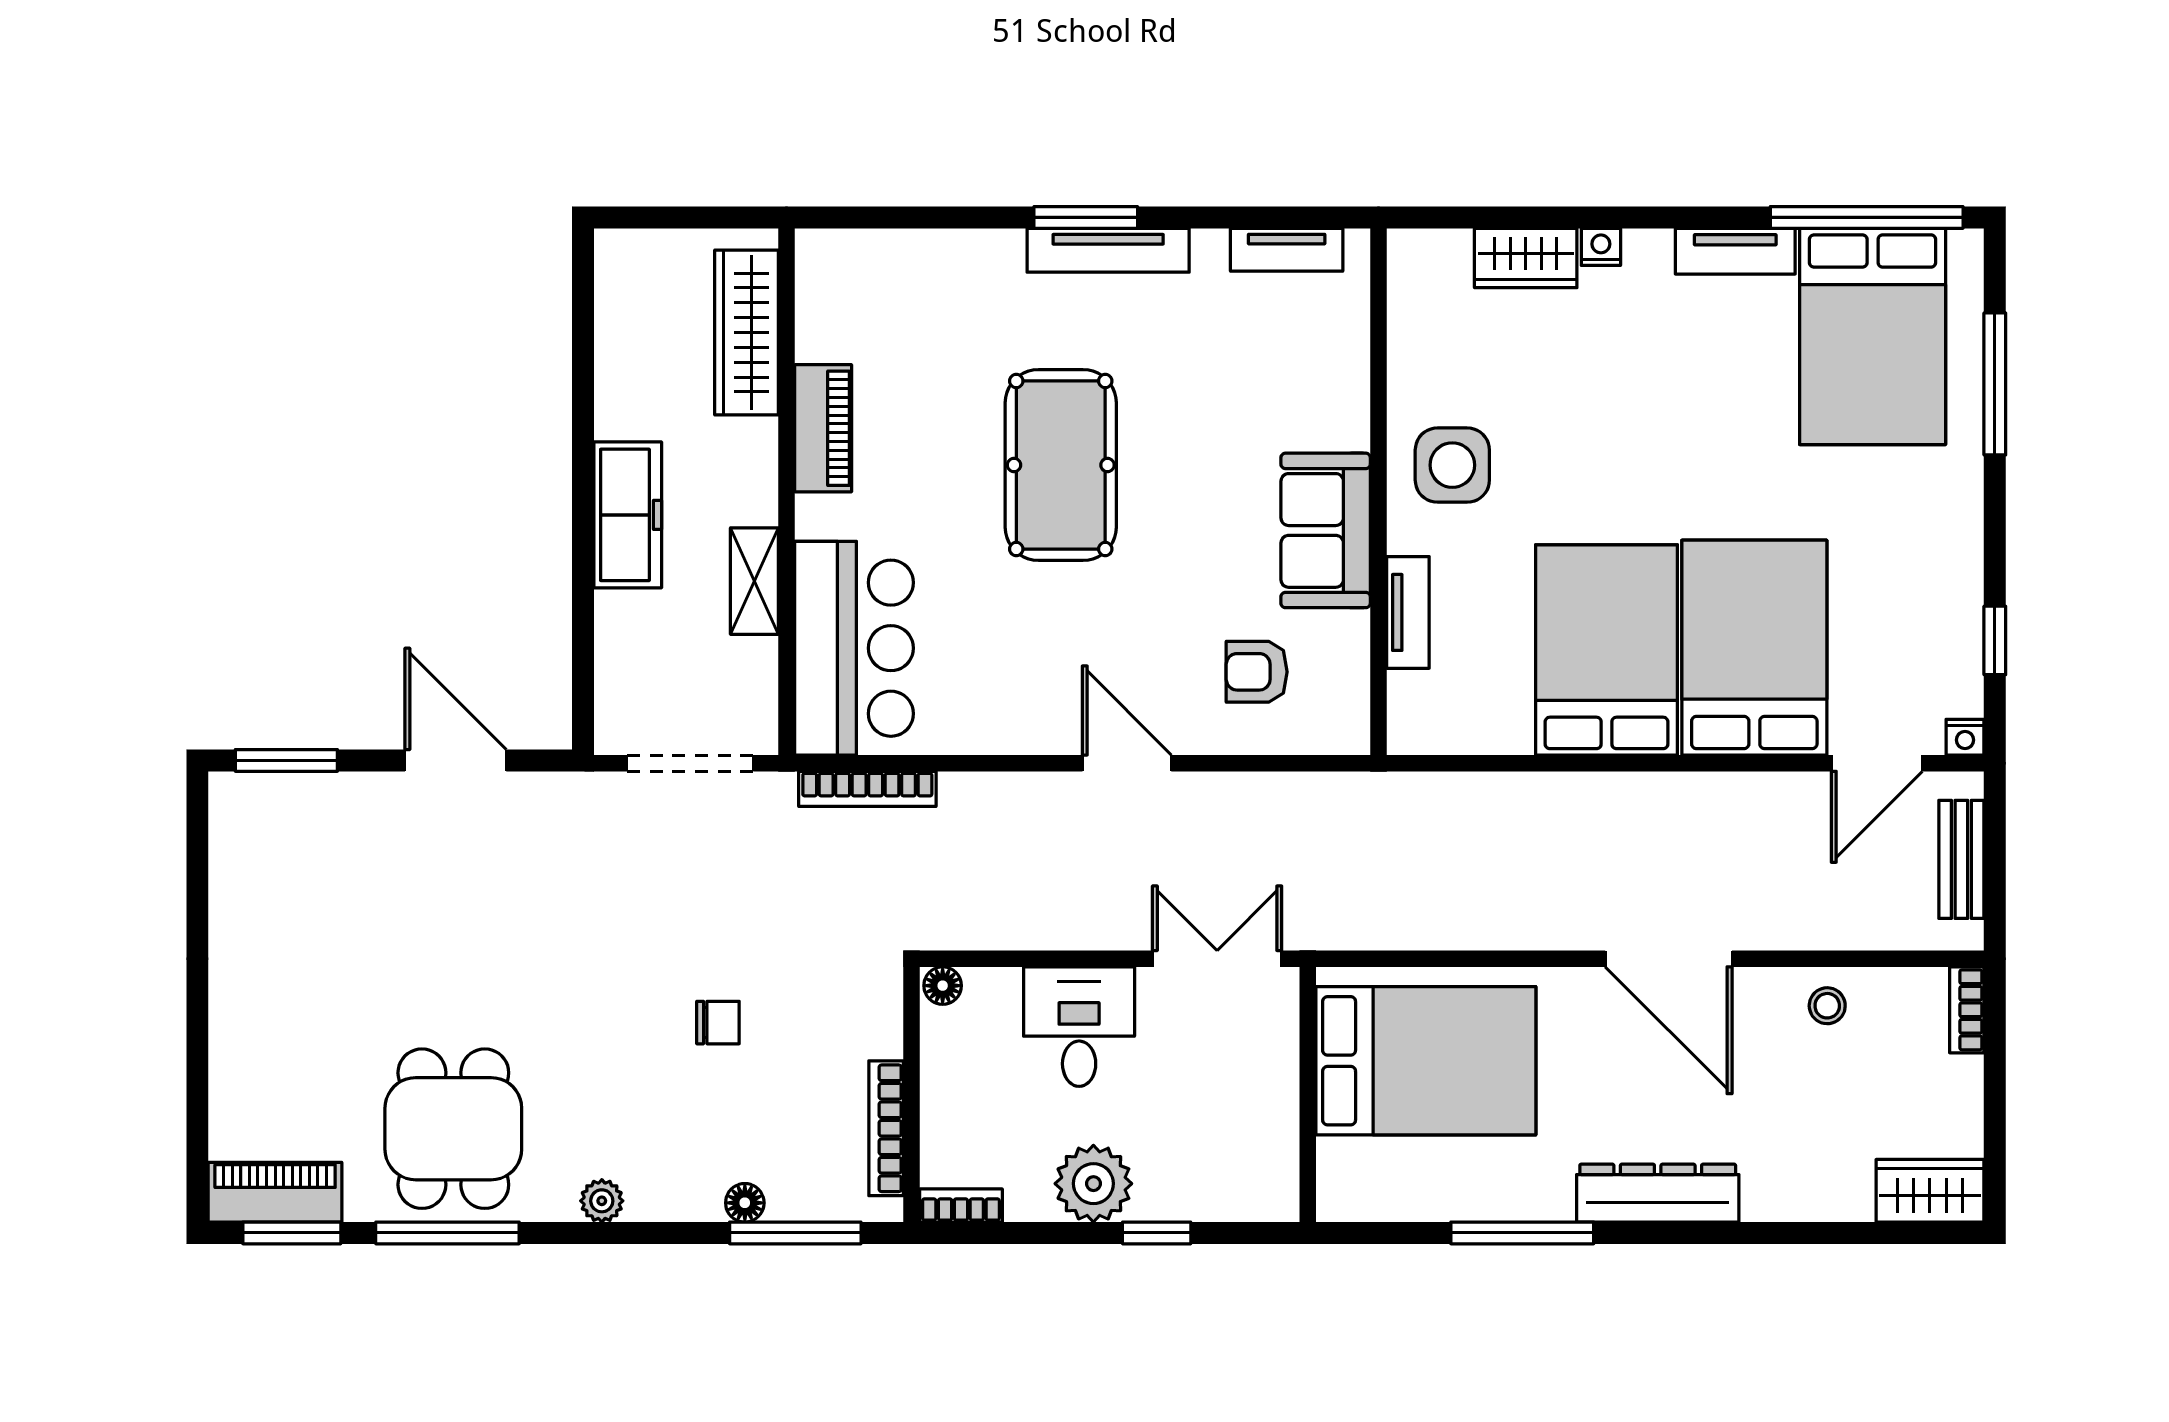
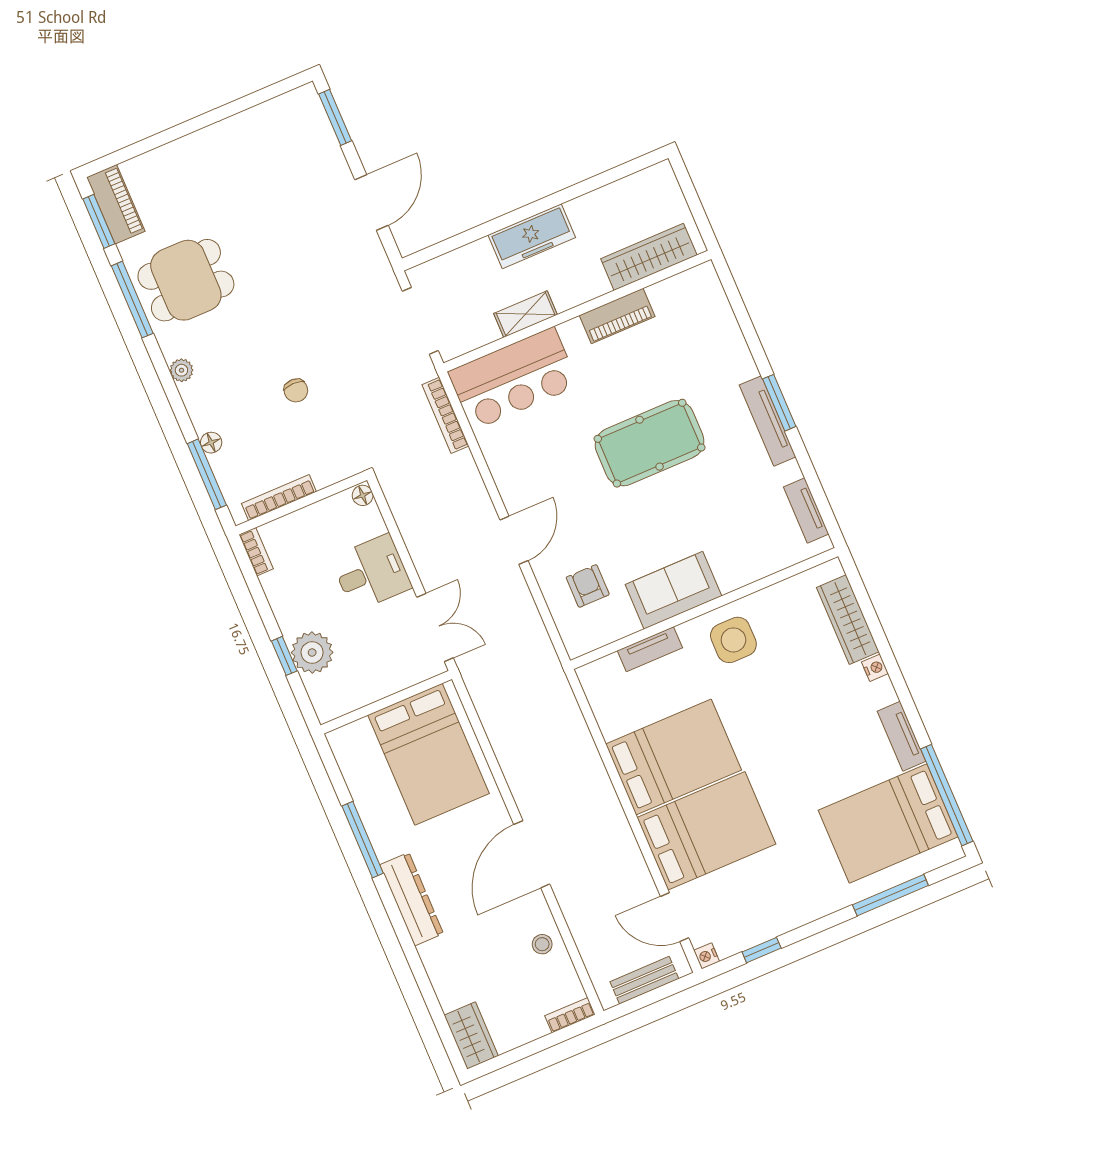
wardrobe: (1526, 258) -> (848, 620), width x1.50
plant: (1093, 1184) -> (312, 653), moved

